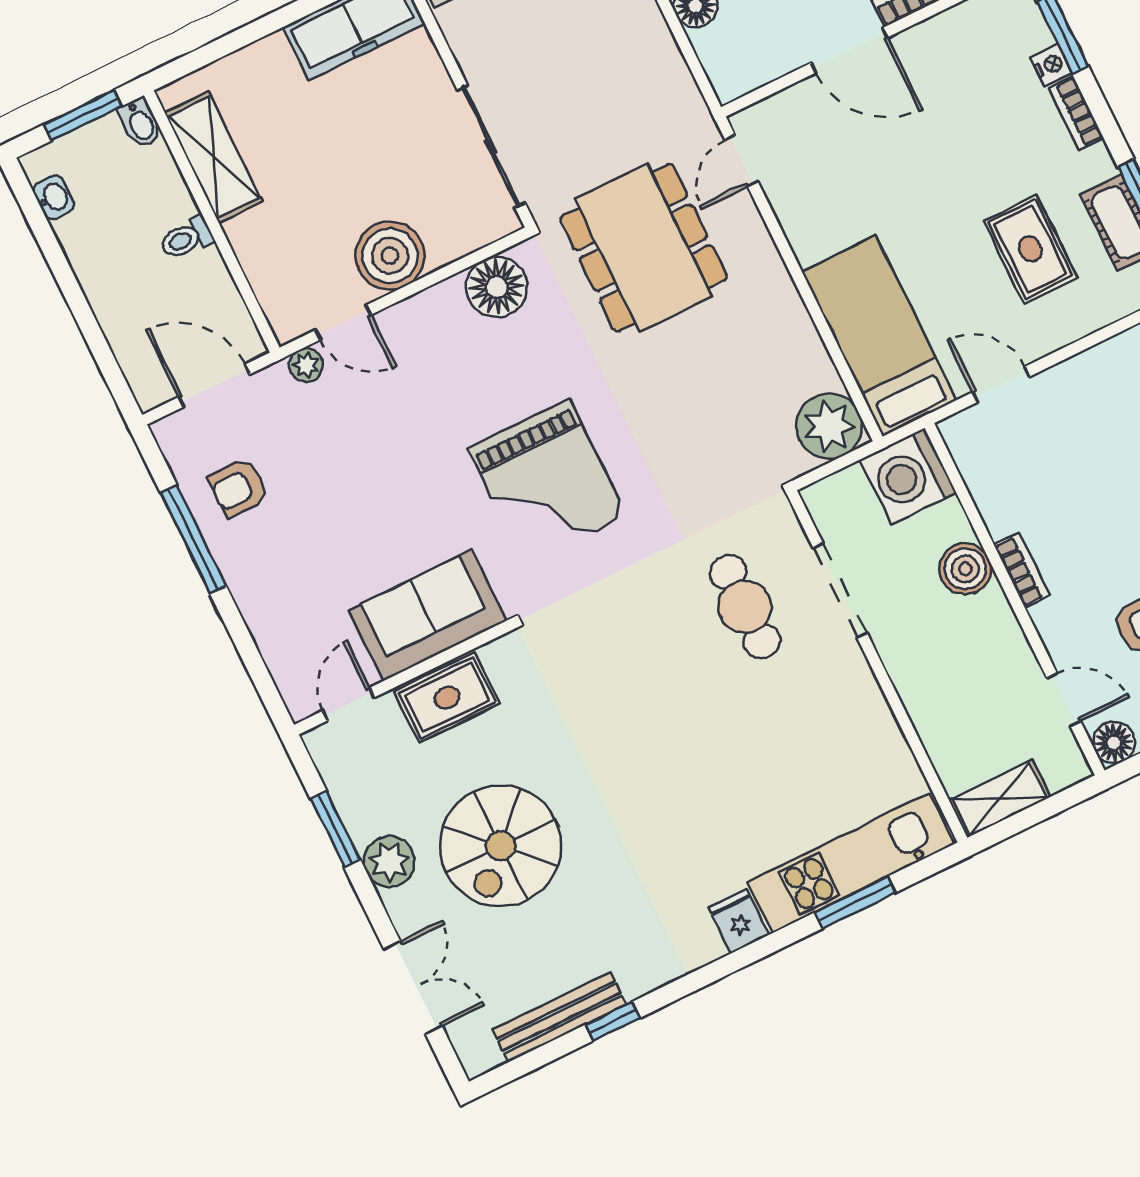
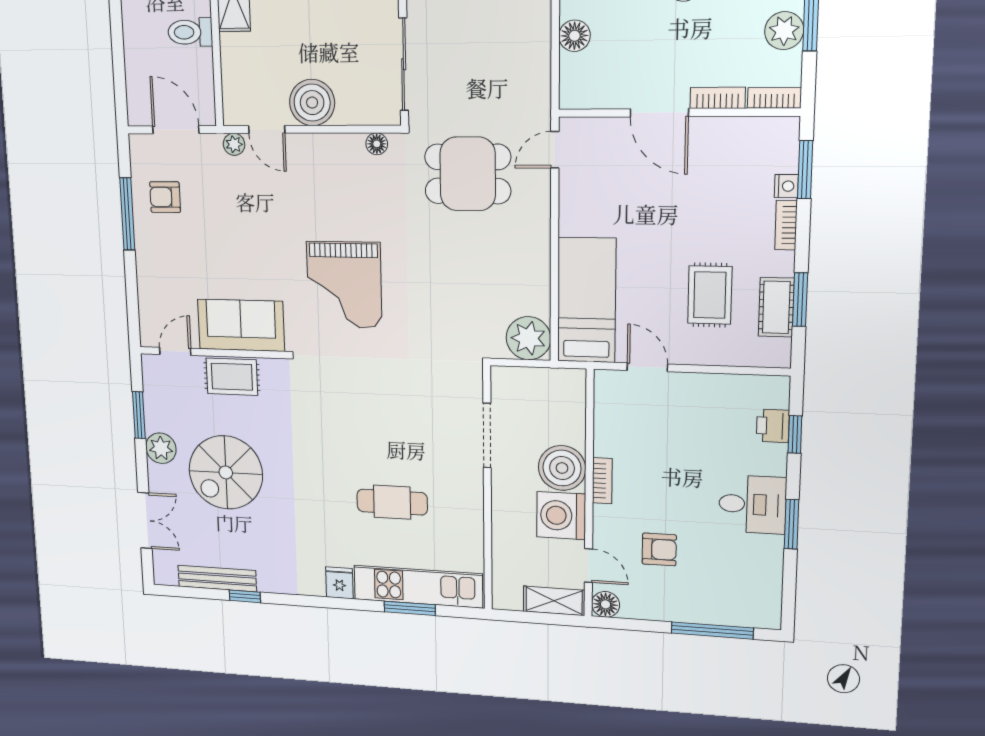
toilet: (186, 238) -> (190, 32), width x1.37, depth x1.39
dining table: (644, 248) -> (468, 174), width x0.73
floor lamp: (497, 287) -> (377, 144), width x0.53, depth x0.53
washing machine: (908, 476) -> (561, 516), moved
boiler: (965, 569) -> (562, 468), width x1.37, depth x1.37
cafe table: (745, 607) -> (392, 502), moved, turned 90
shelving: (1000, 799) -> (554, 601), moved

